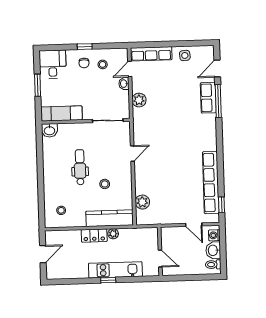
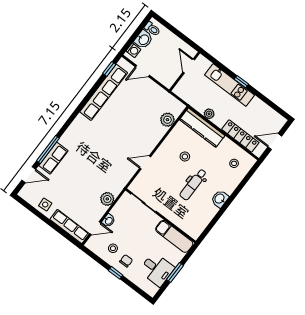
desk: (53, 64) -> (157, 269), moved, turned -90
washbasin: (49, 130) -> (220, 199), moved, turned -90
door: (194, 225) -> (142, 71), swing flipped
locker: (94, 236) -> (240, 136), moved, width x1.53

